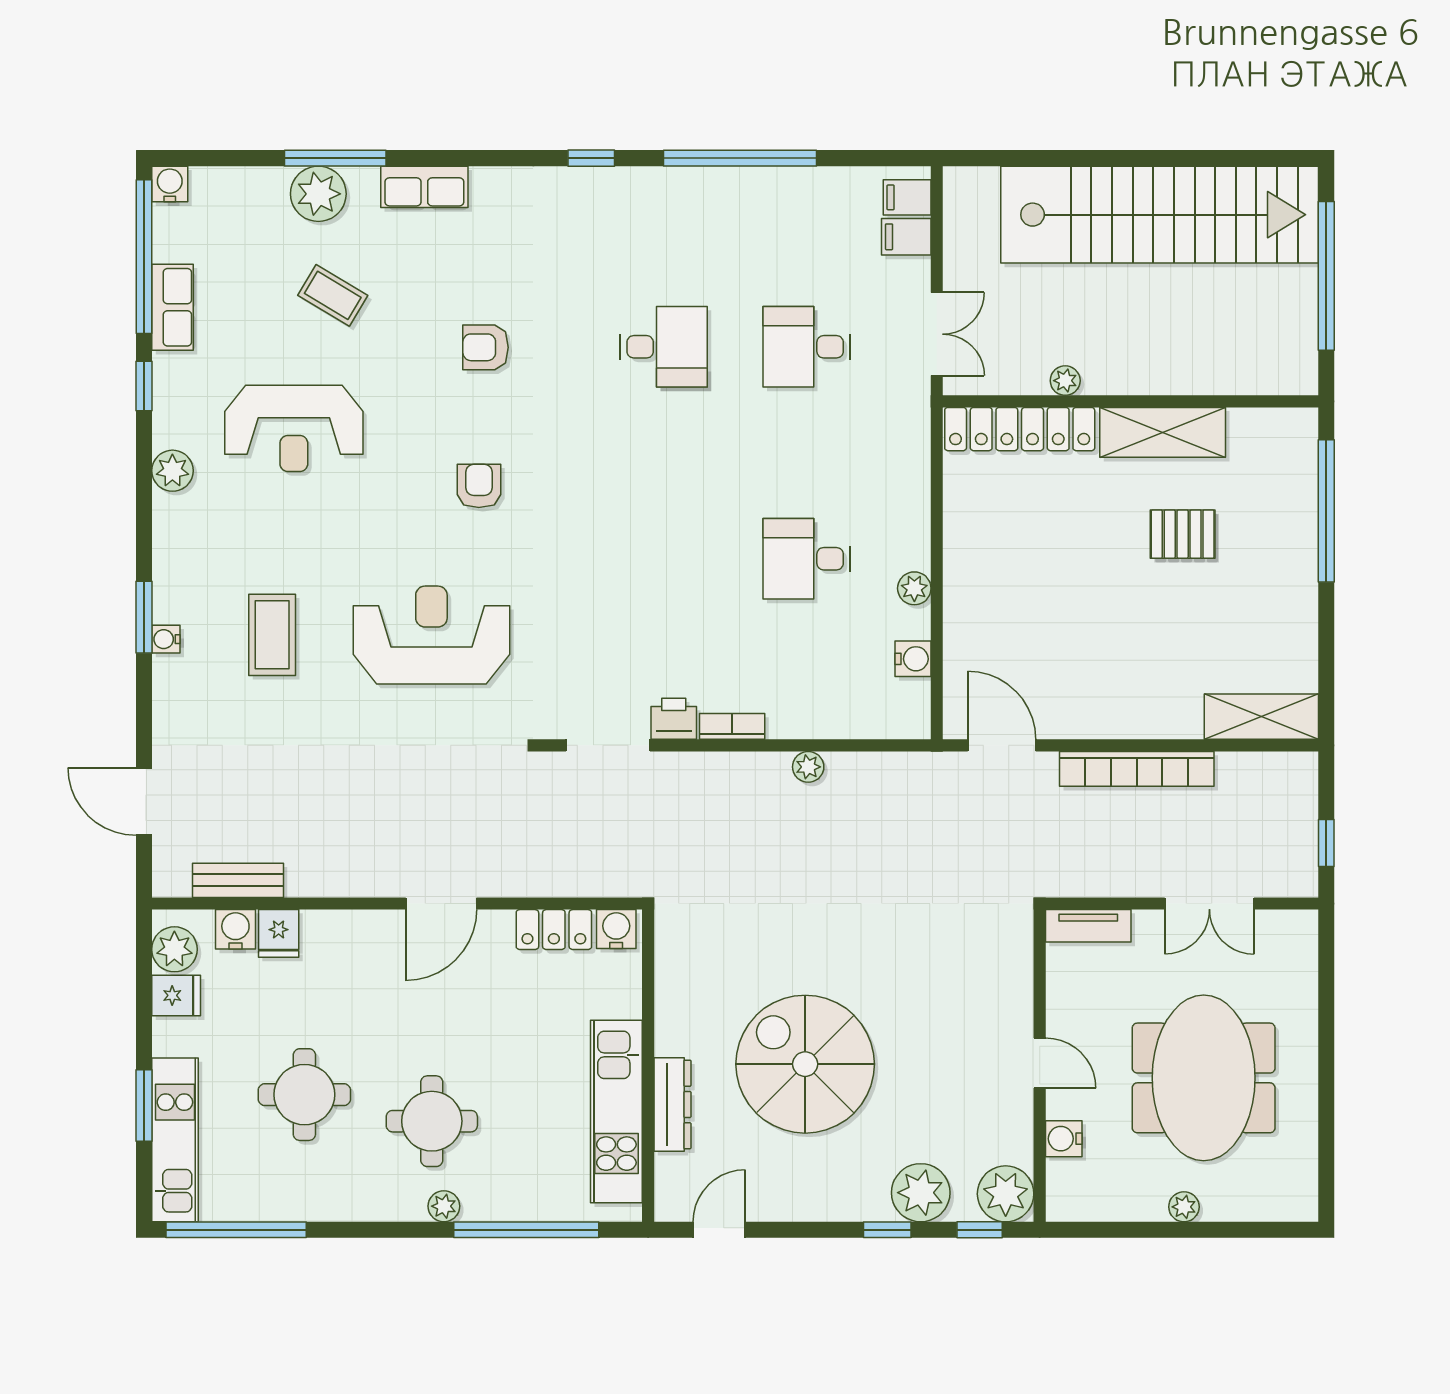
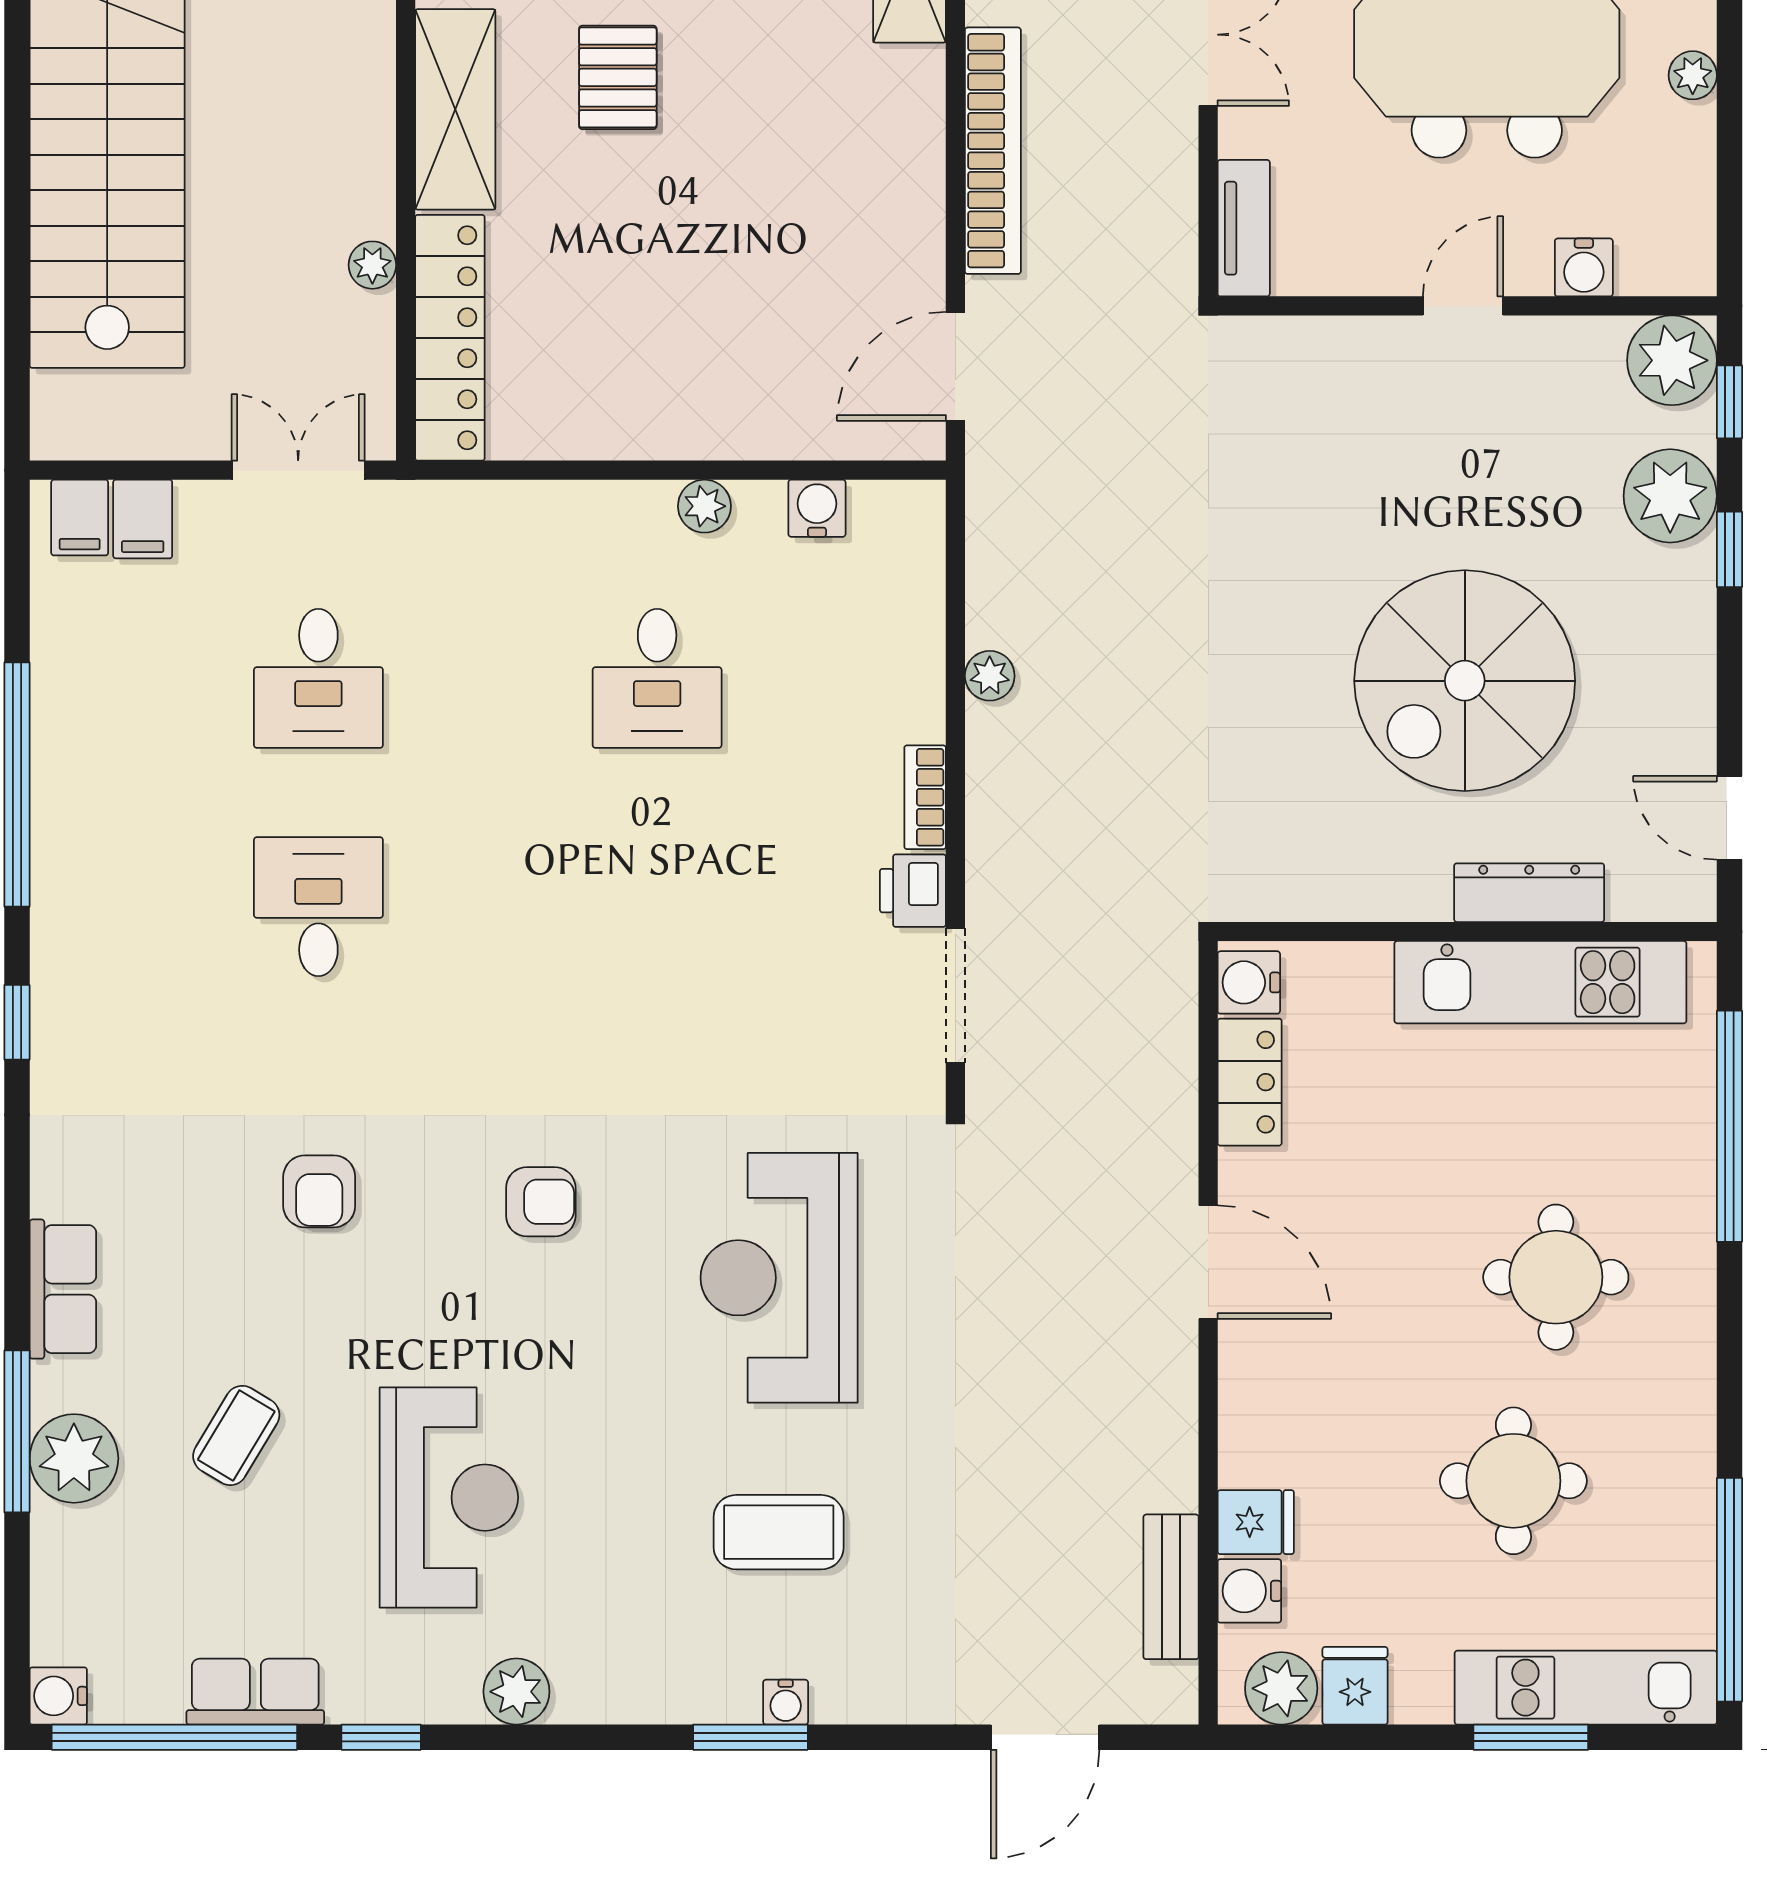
armchair: (479, 486) -> (541, 1202), turned 180
plant: (444, 1206) -> (1692, 1258), removed

